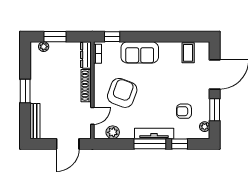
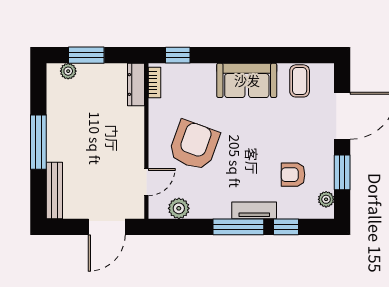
sofa: (140, 52) -> (247, 80), moved
shoe rack: (86, 86) -> (136, 134), removed
window: (25, 91) -> (38, 142), width x1.44
tv unit: (154, 134) -> (254, 210), width x0.71

